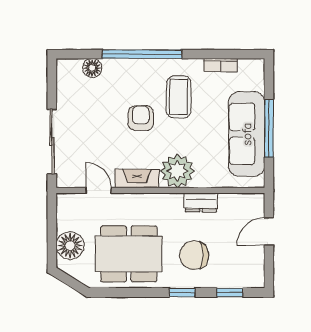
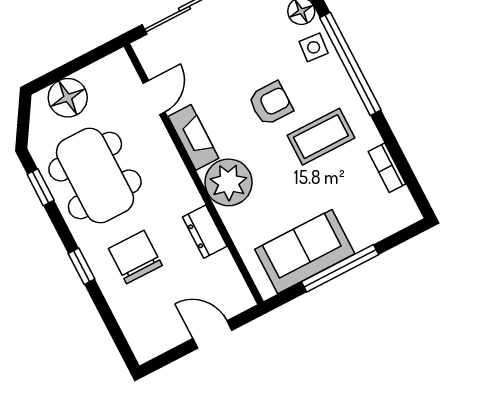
side table: (119, 72) -> (314, 47), added
sofa: (247, 134) -> (305, 252), width x0.73
window: (230, 292) -> (41, 187), moved

